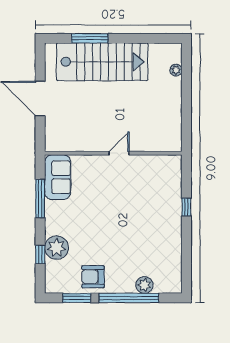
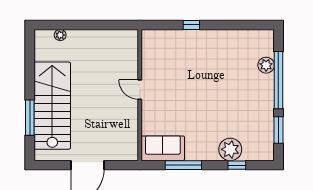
armchair: (93, 277) -> (258, 114), removed

